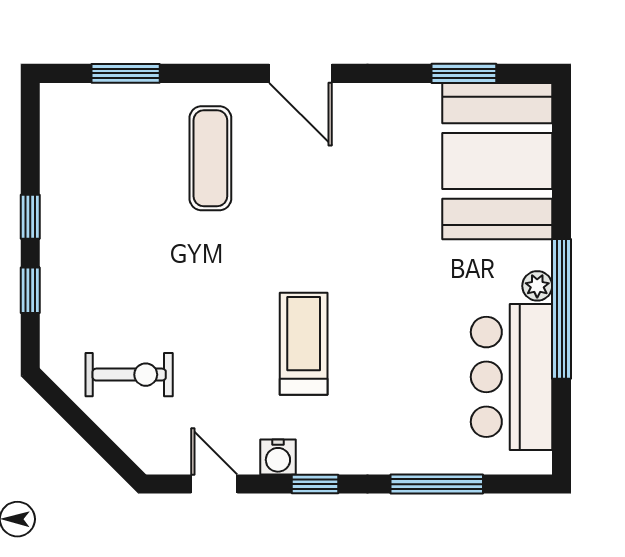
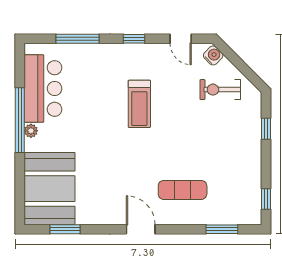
exercise mat: (210, 158) -> (183, 190), turned 90
window: (30, 217) -> (266, 199), moved
water cooler: (278, 457) -> (213, 55), moved, turned 45

